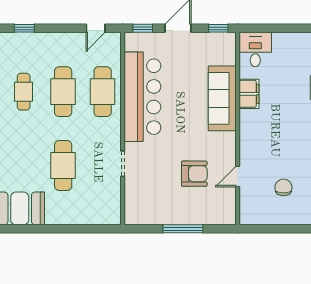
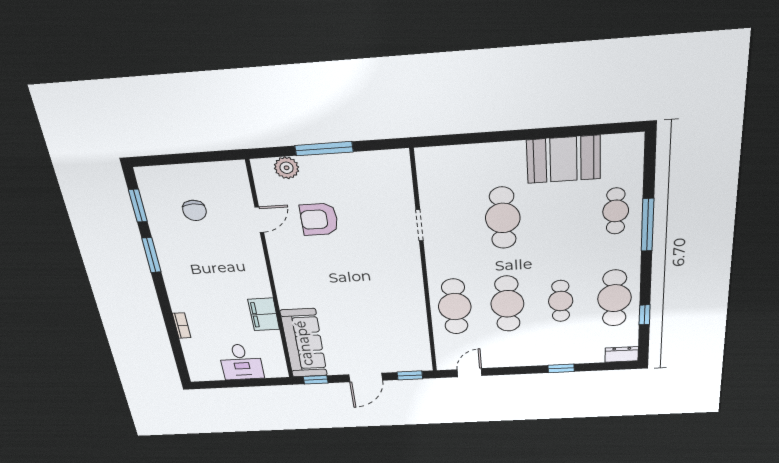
desk: (255, 50) -> (241, 362), moved
bar counter: (142, 97) -> (401, 304), removed
sofa: (222, 98) -> (304, 343), moved
plant: (211, 216) -> (287, 168), added

